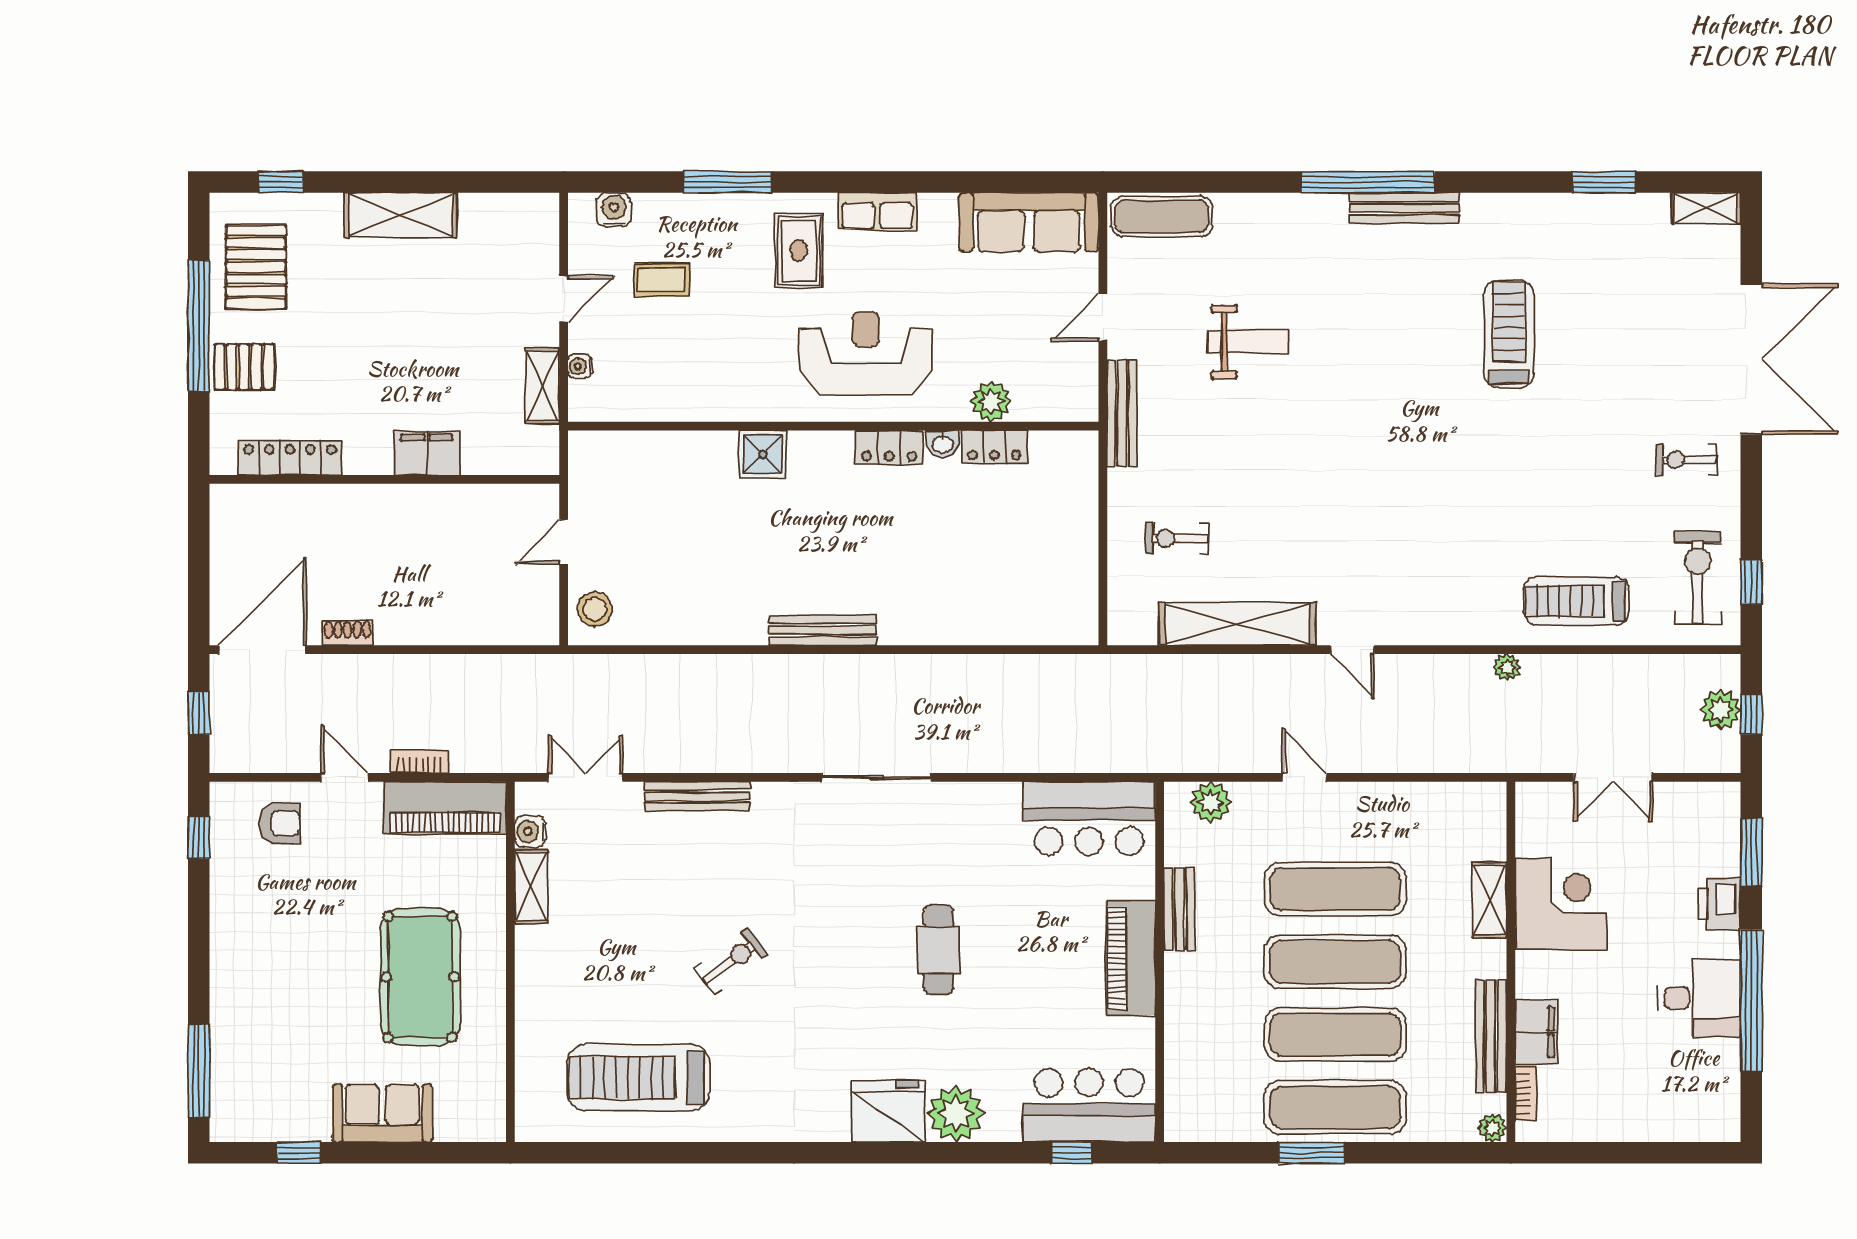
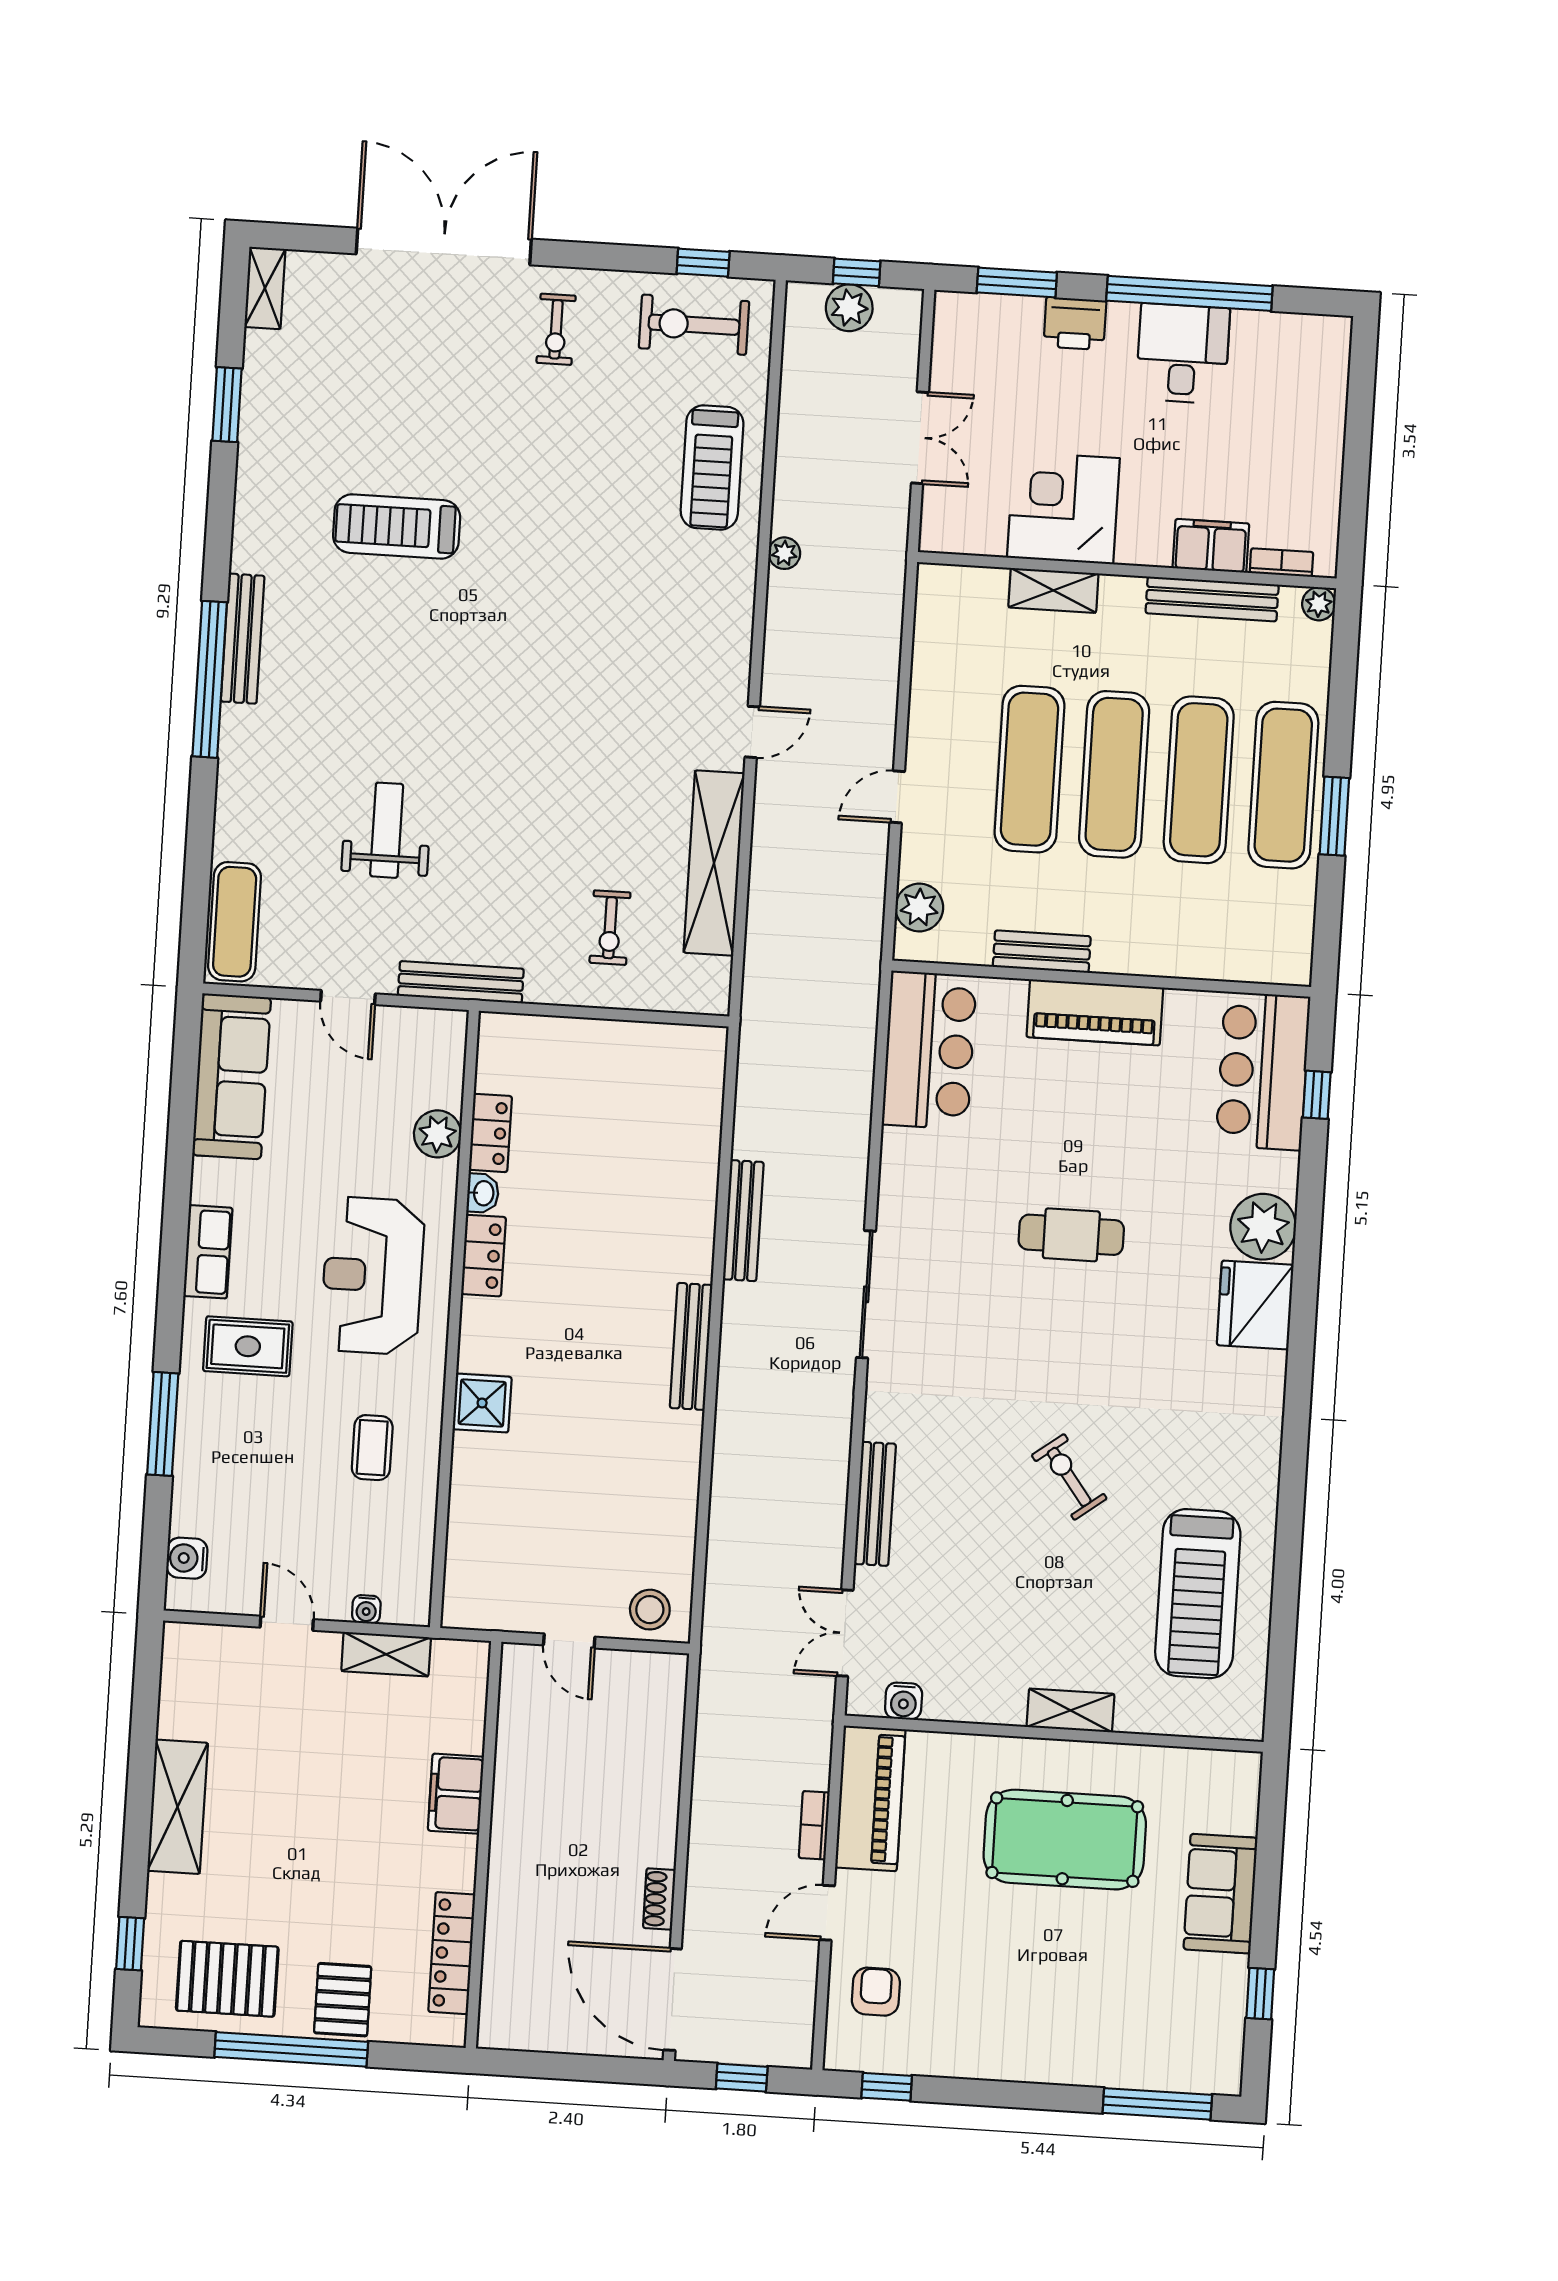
coffee table: (661, 280) -> (372, 1448), moved
bench: (933, 668) -> (743, 1221), added
shelving: (531, 887) -> (1070, 1710), moved

